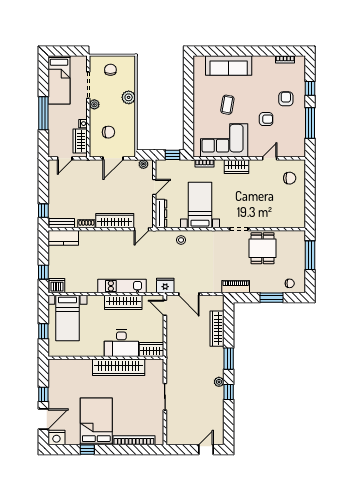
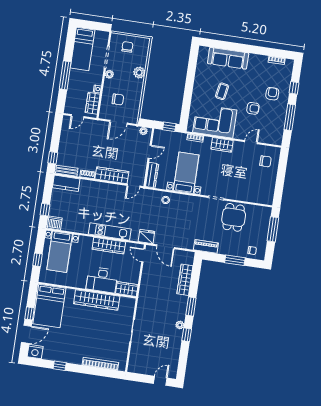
bed: (96, 421) -> (49, 306), moved, turned 180

